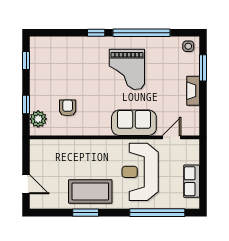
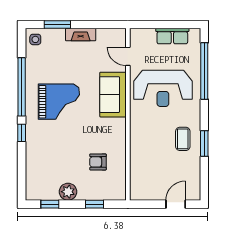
plant: (38, 119) -> (68, 192), moved
coffee table: (90, 191) -> (183, 139), width x0.54, depth x0.58

